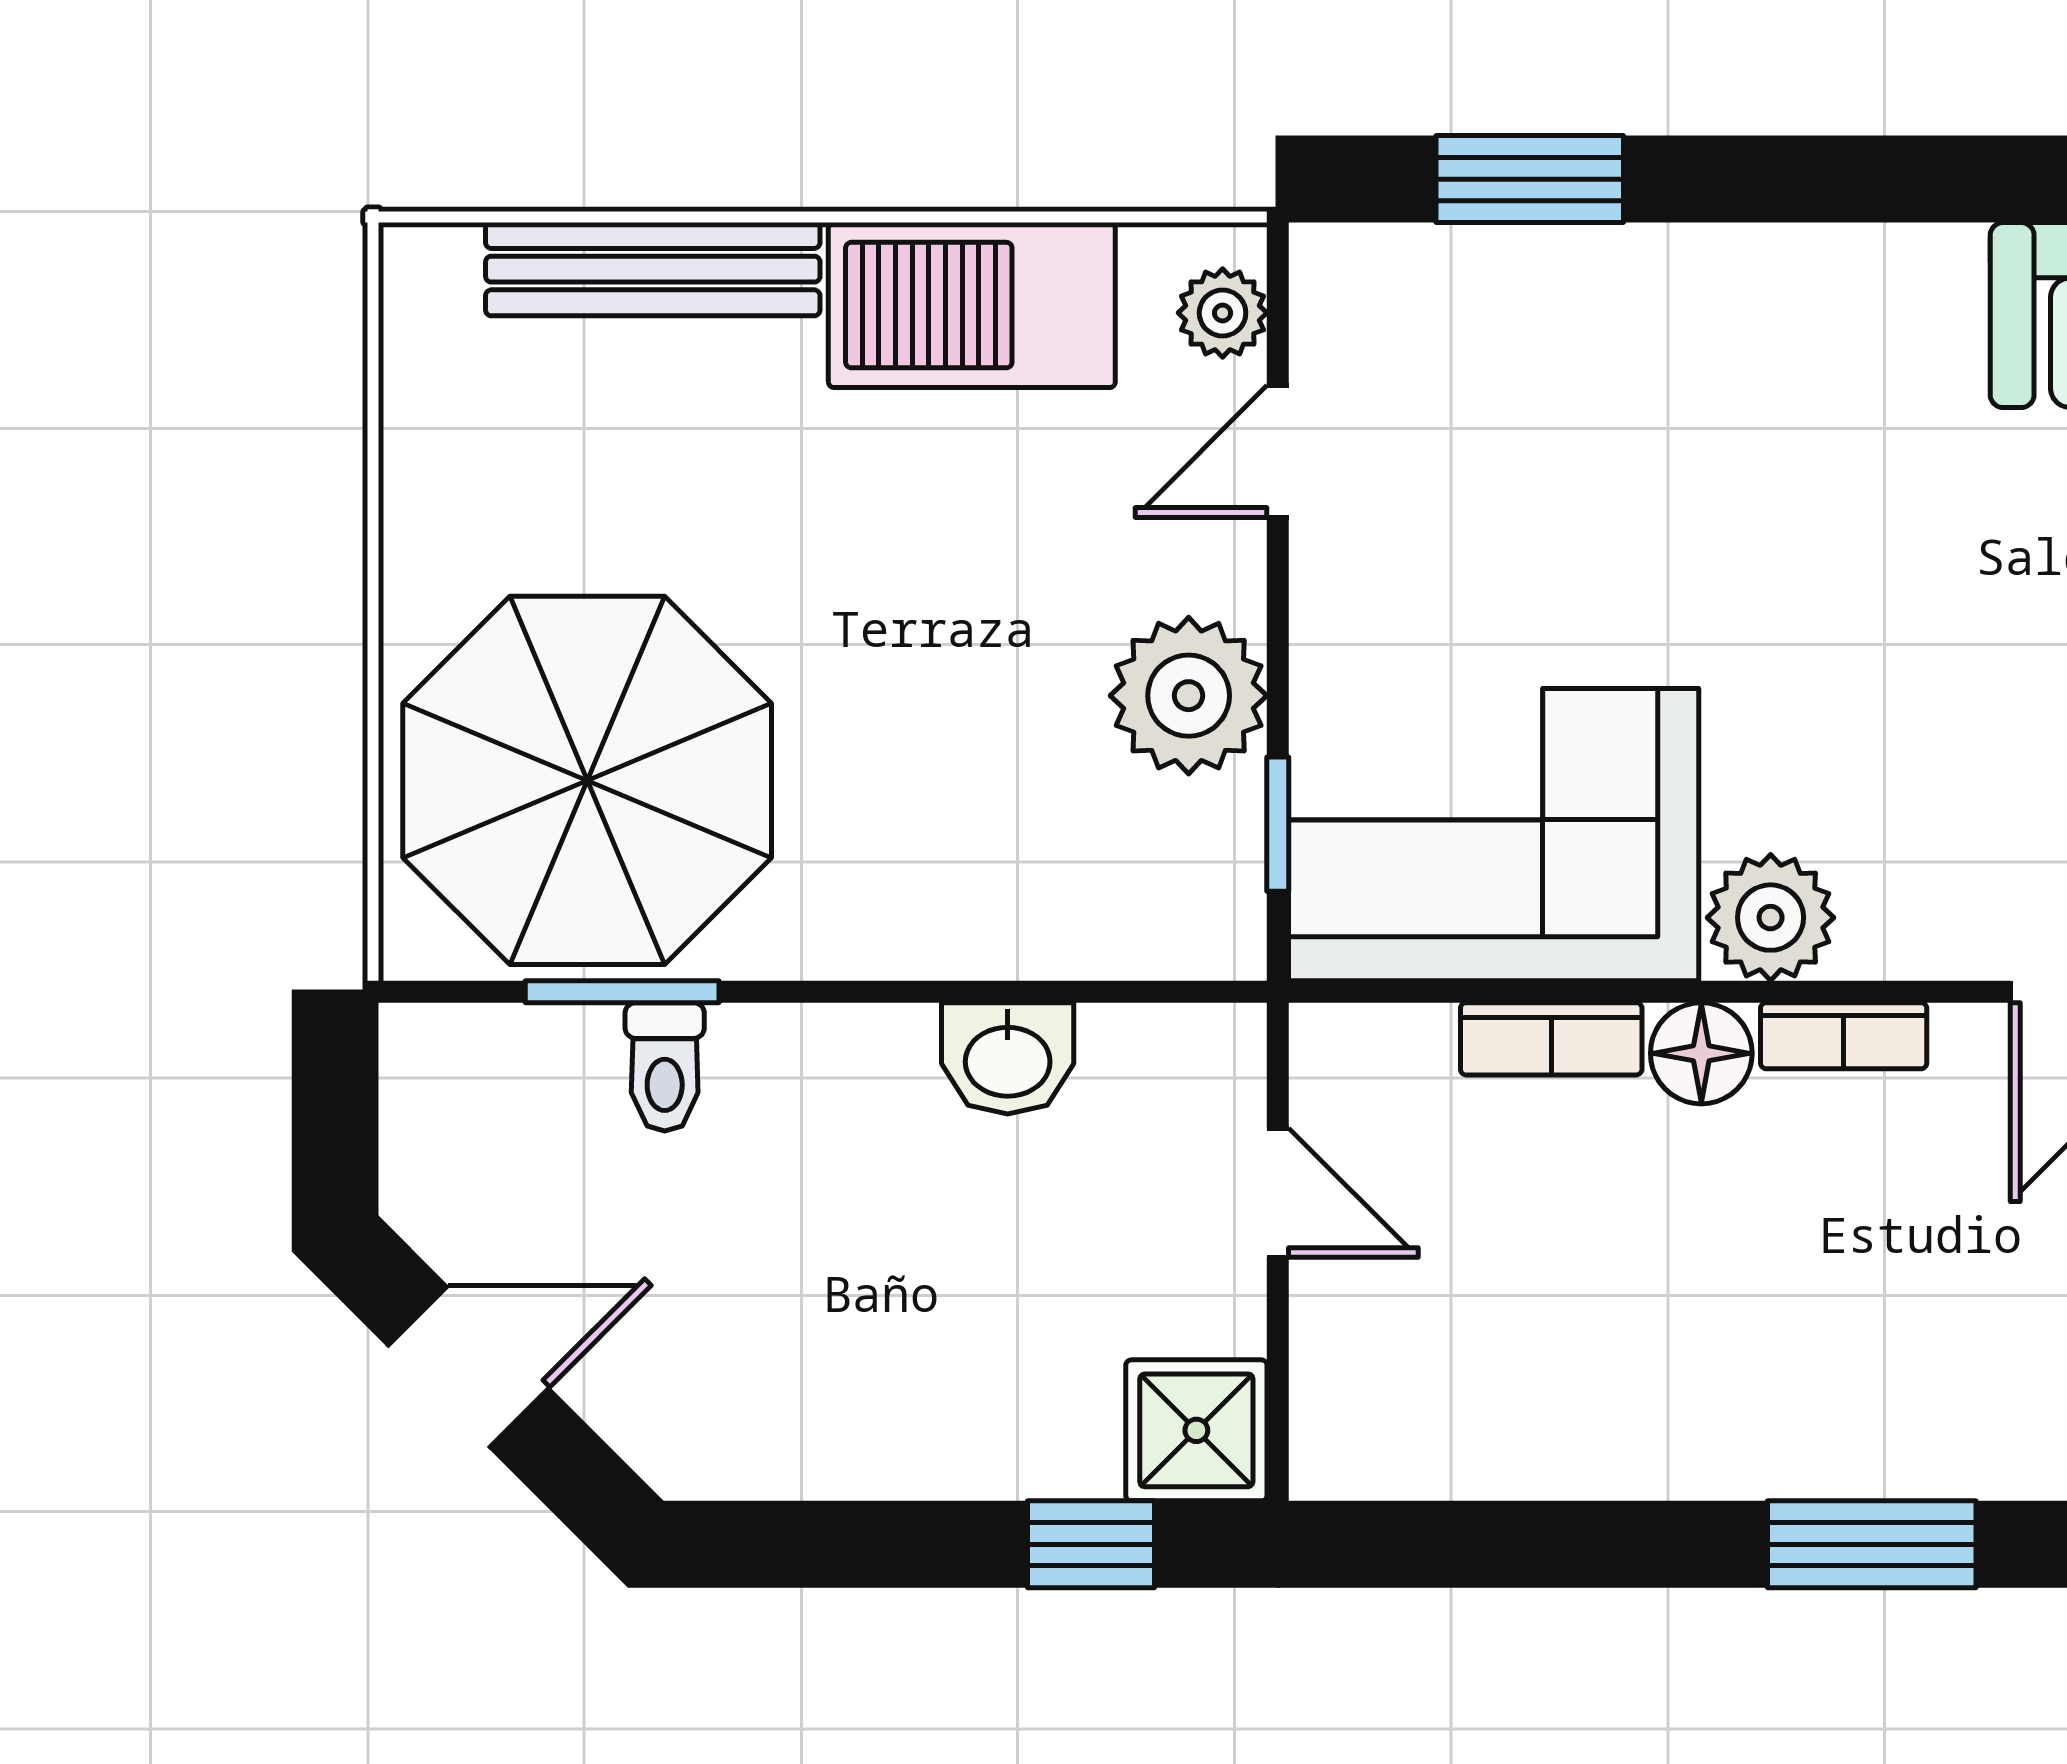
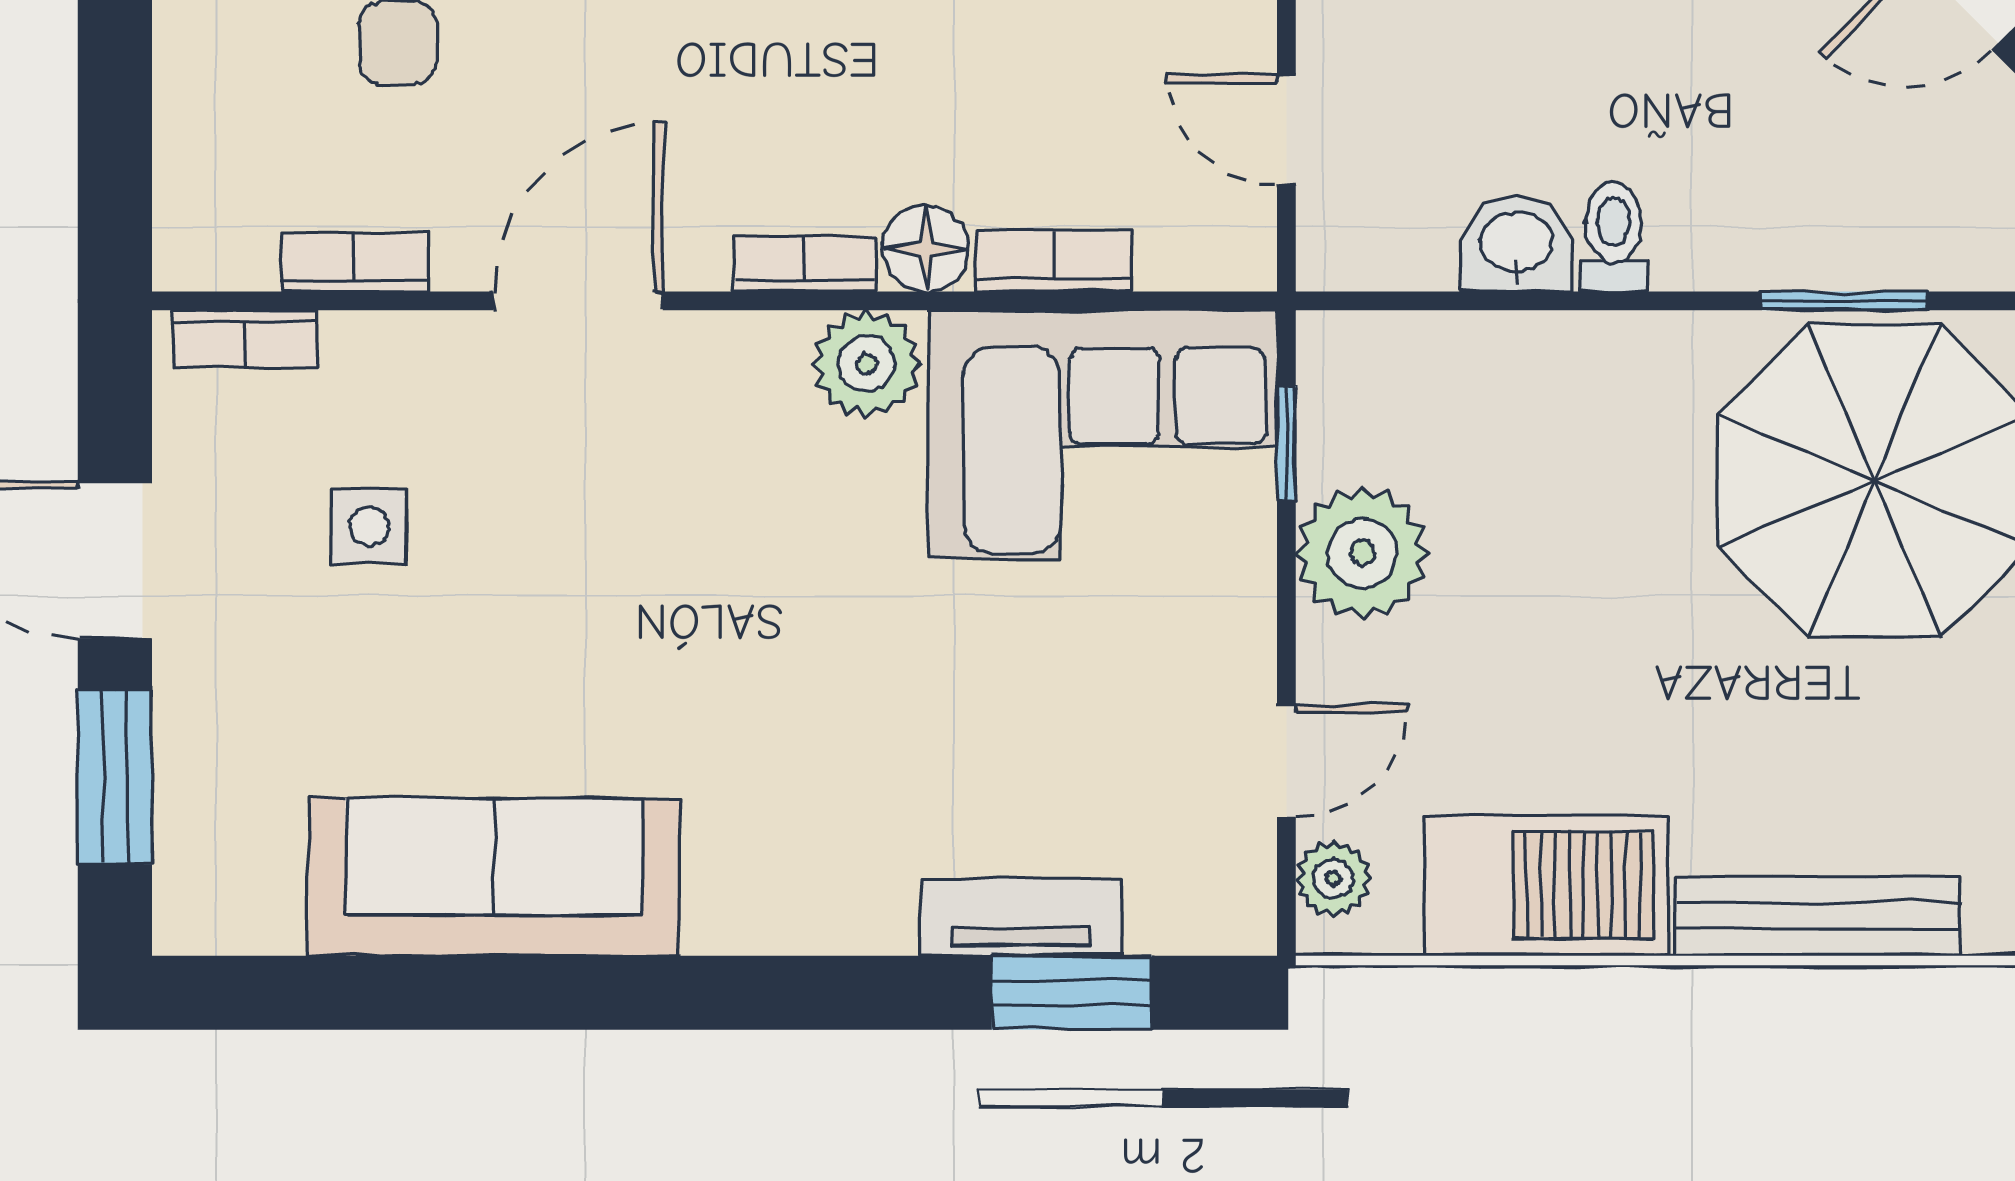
tv unit: (1589, 268) -> (1021, 917), added
toilet: (665, 1067) -> (1614, 237), moved

